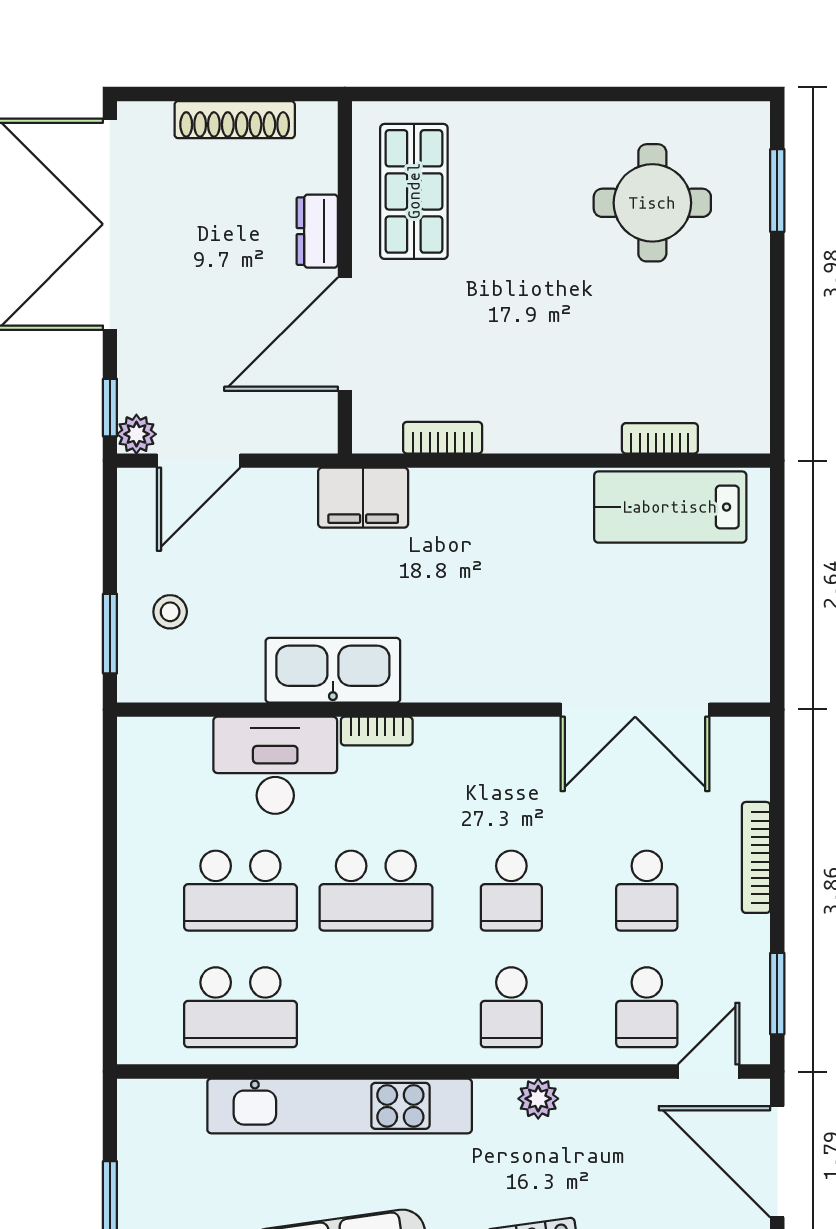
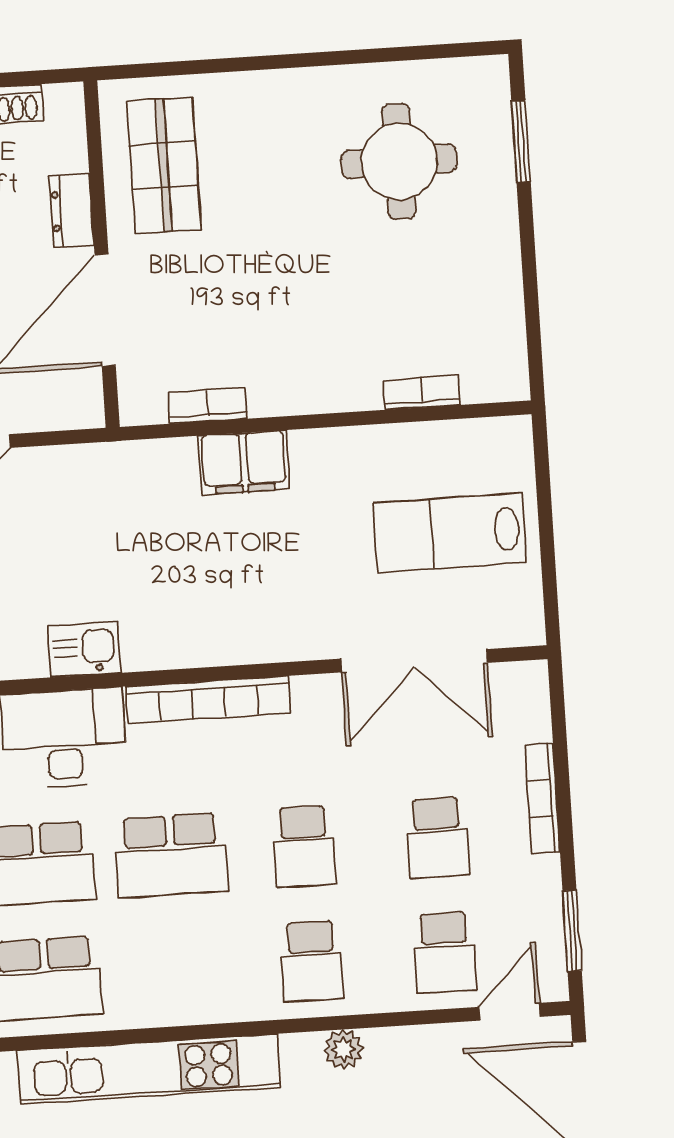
filing cabinet: (363, 498) -> (244, 462), moved
lab bench: (670, 507) -> (450, 533), moved
kitchen sink: (333, 670) -> (84, 649), width x0.53, depth x0.81
bookcase: (377, 731) -> (208, 700), width x2.31, depth x1.31

